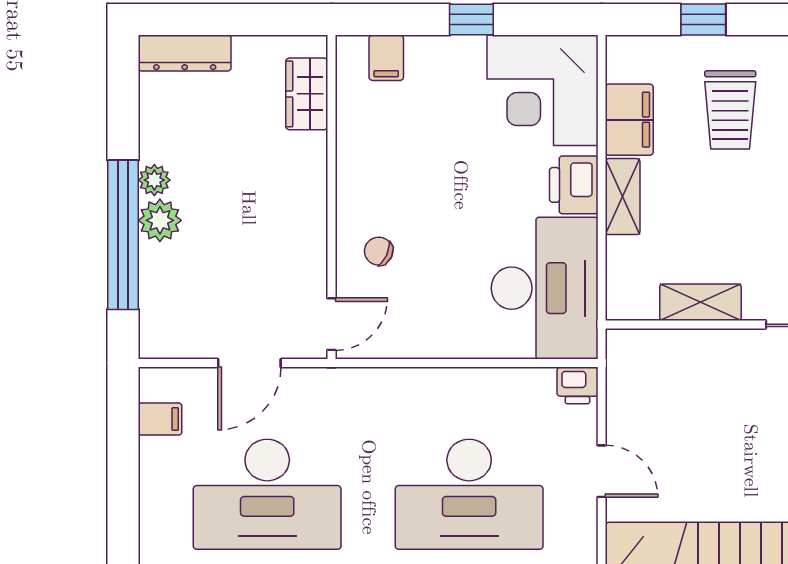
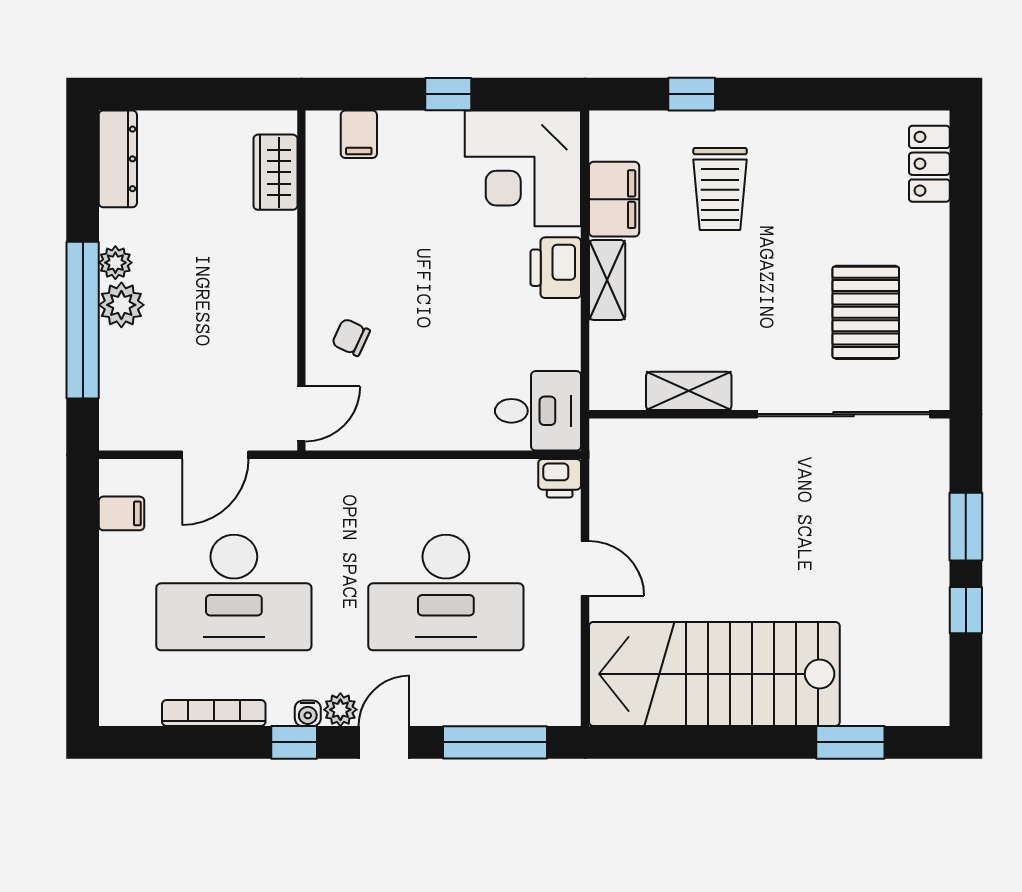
dresser: (185, 53) -> (118, 159), moved, turned -90
desk: (545, 288) -> (538, 411), width x0.53, depth x0.77

